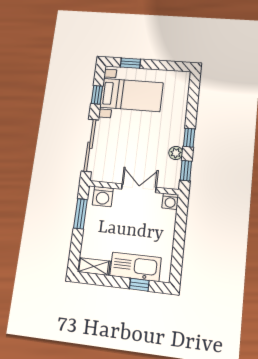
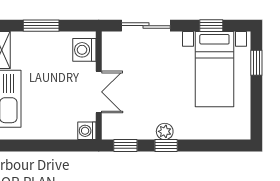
sliding door: (90, 145) -> (146, 26), width x0.73
plant: (176, 153) -> (165, 131), moved
window: (80, 214) -> (41, 26), moved

